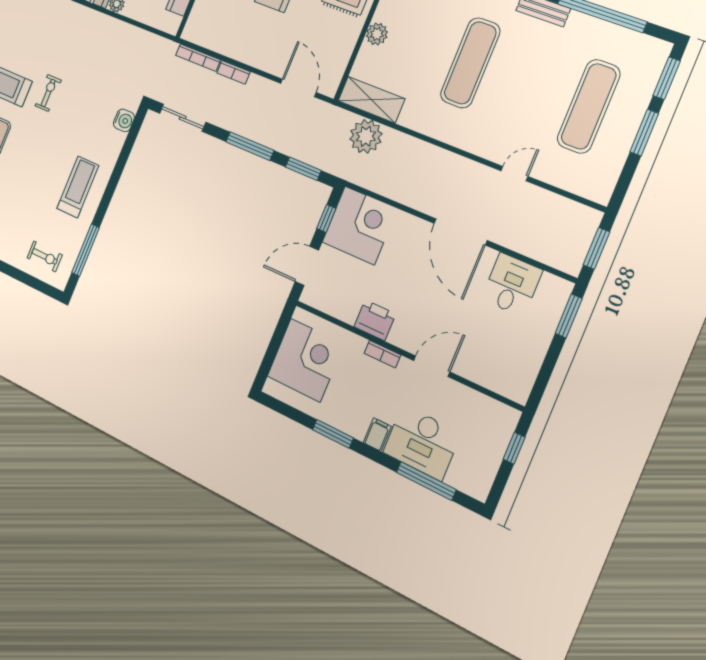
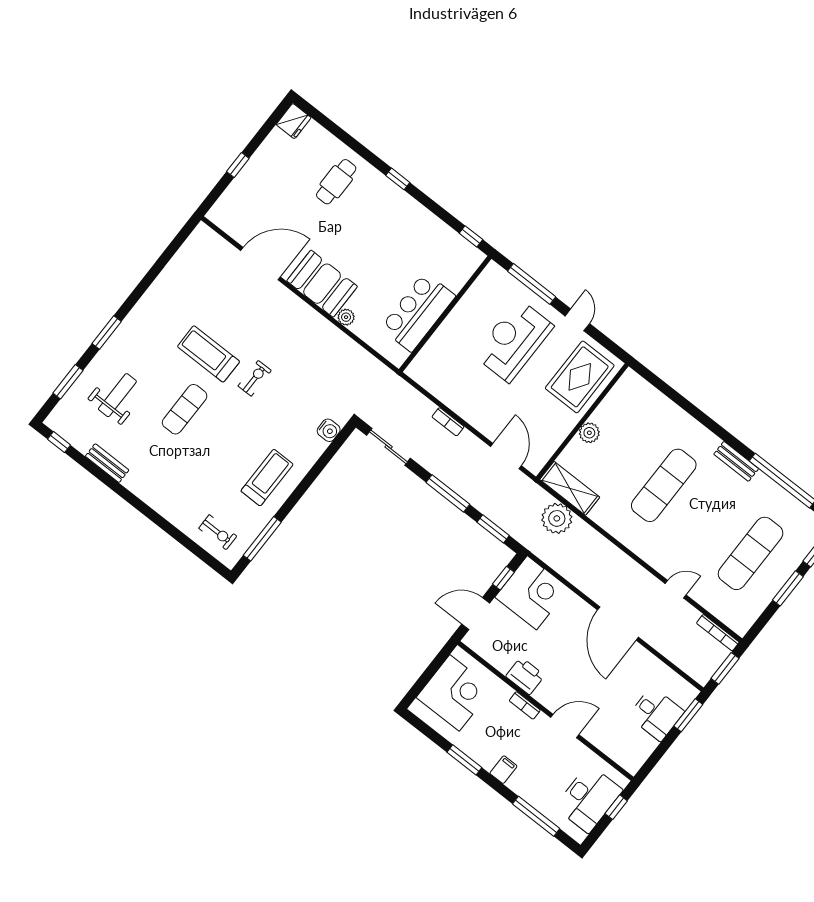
bookcase: (198, 58) -> (718, 633), moved
desk: (512, 285) -> (656, 714), moved, turned 90
desk: (422, 443) -> (589, 798), moved, turned -90

